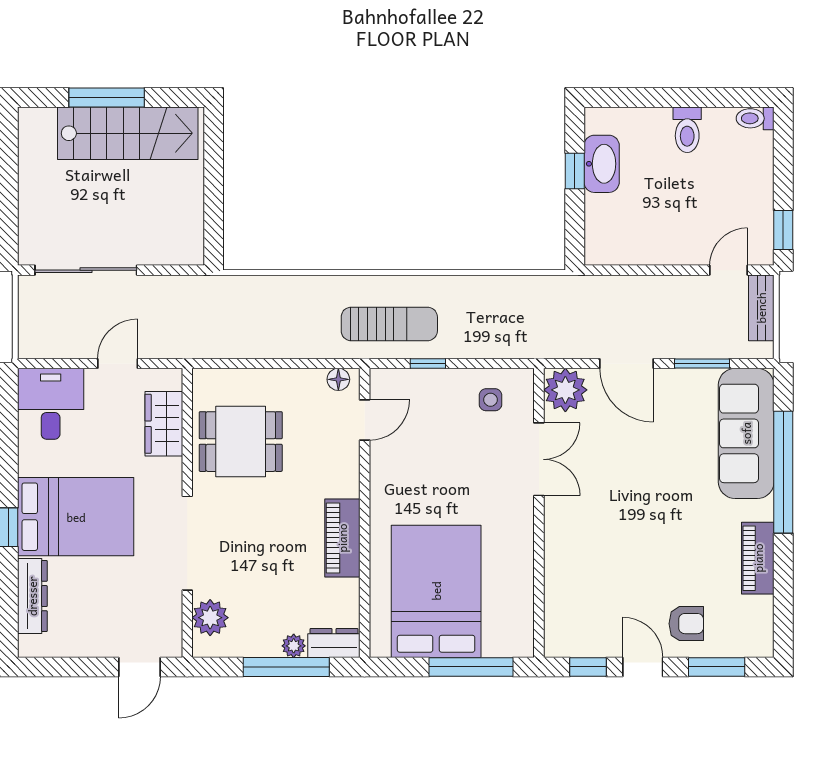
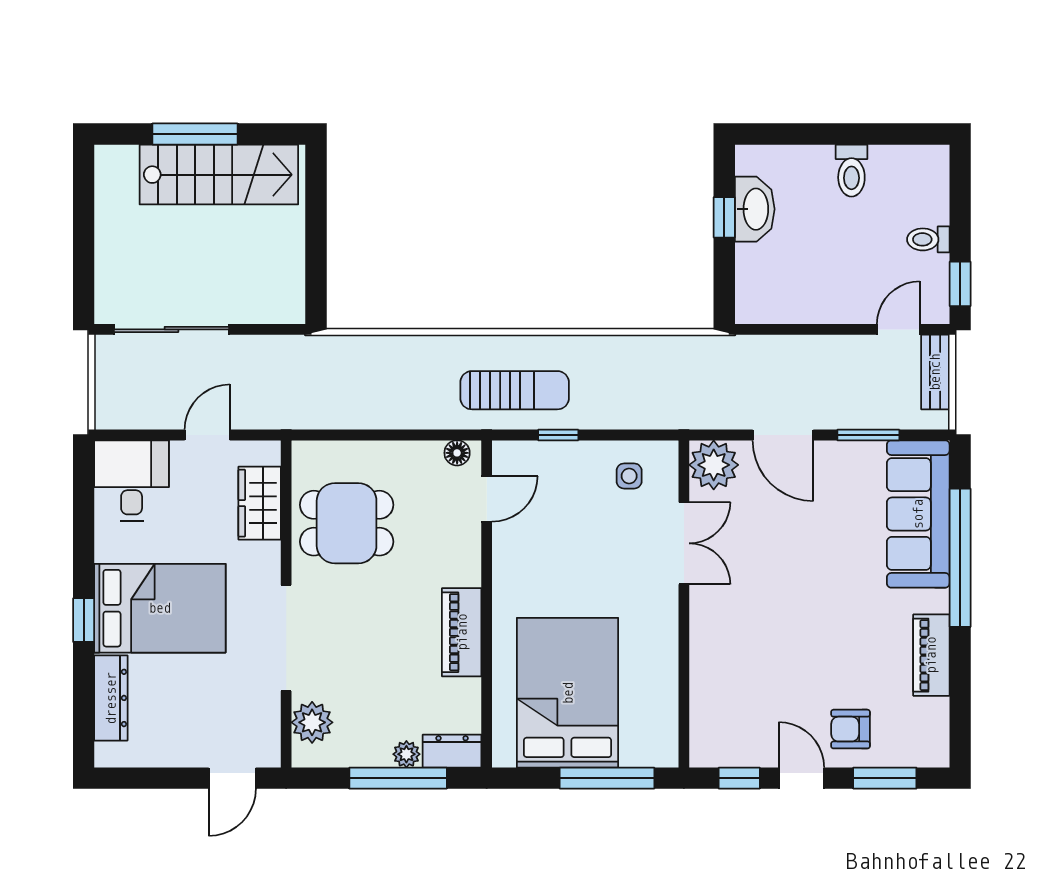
toilet: (755, 118) -> (928, 239), moved
armchair: (686, 624) -> (851, 729), turned 180

